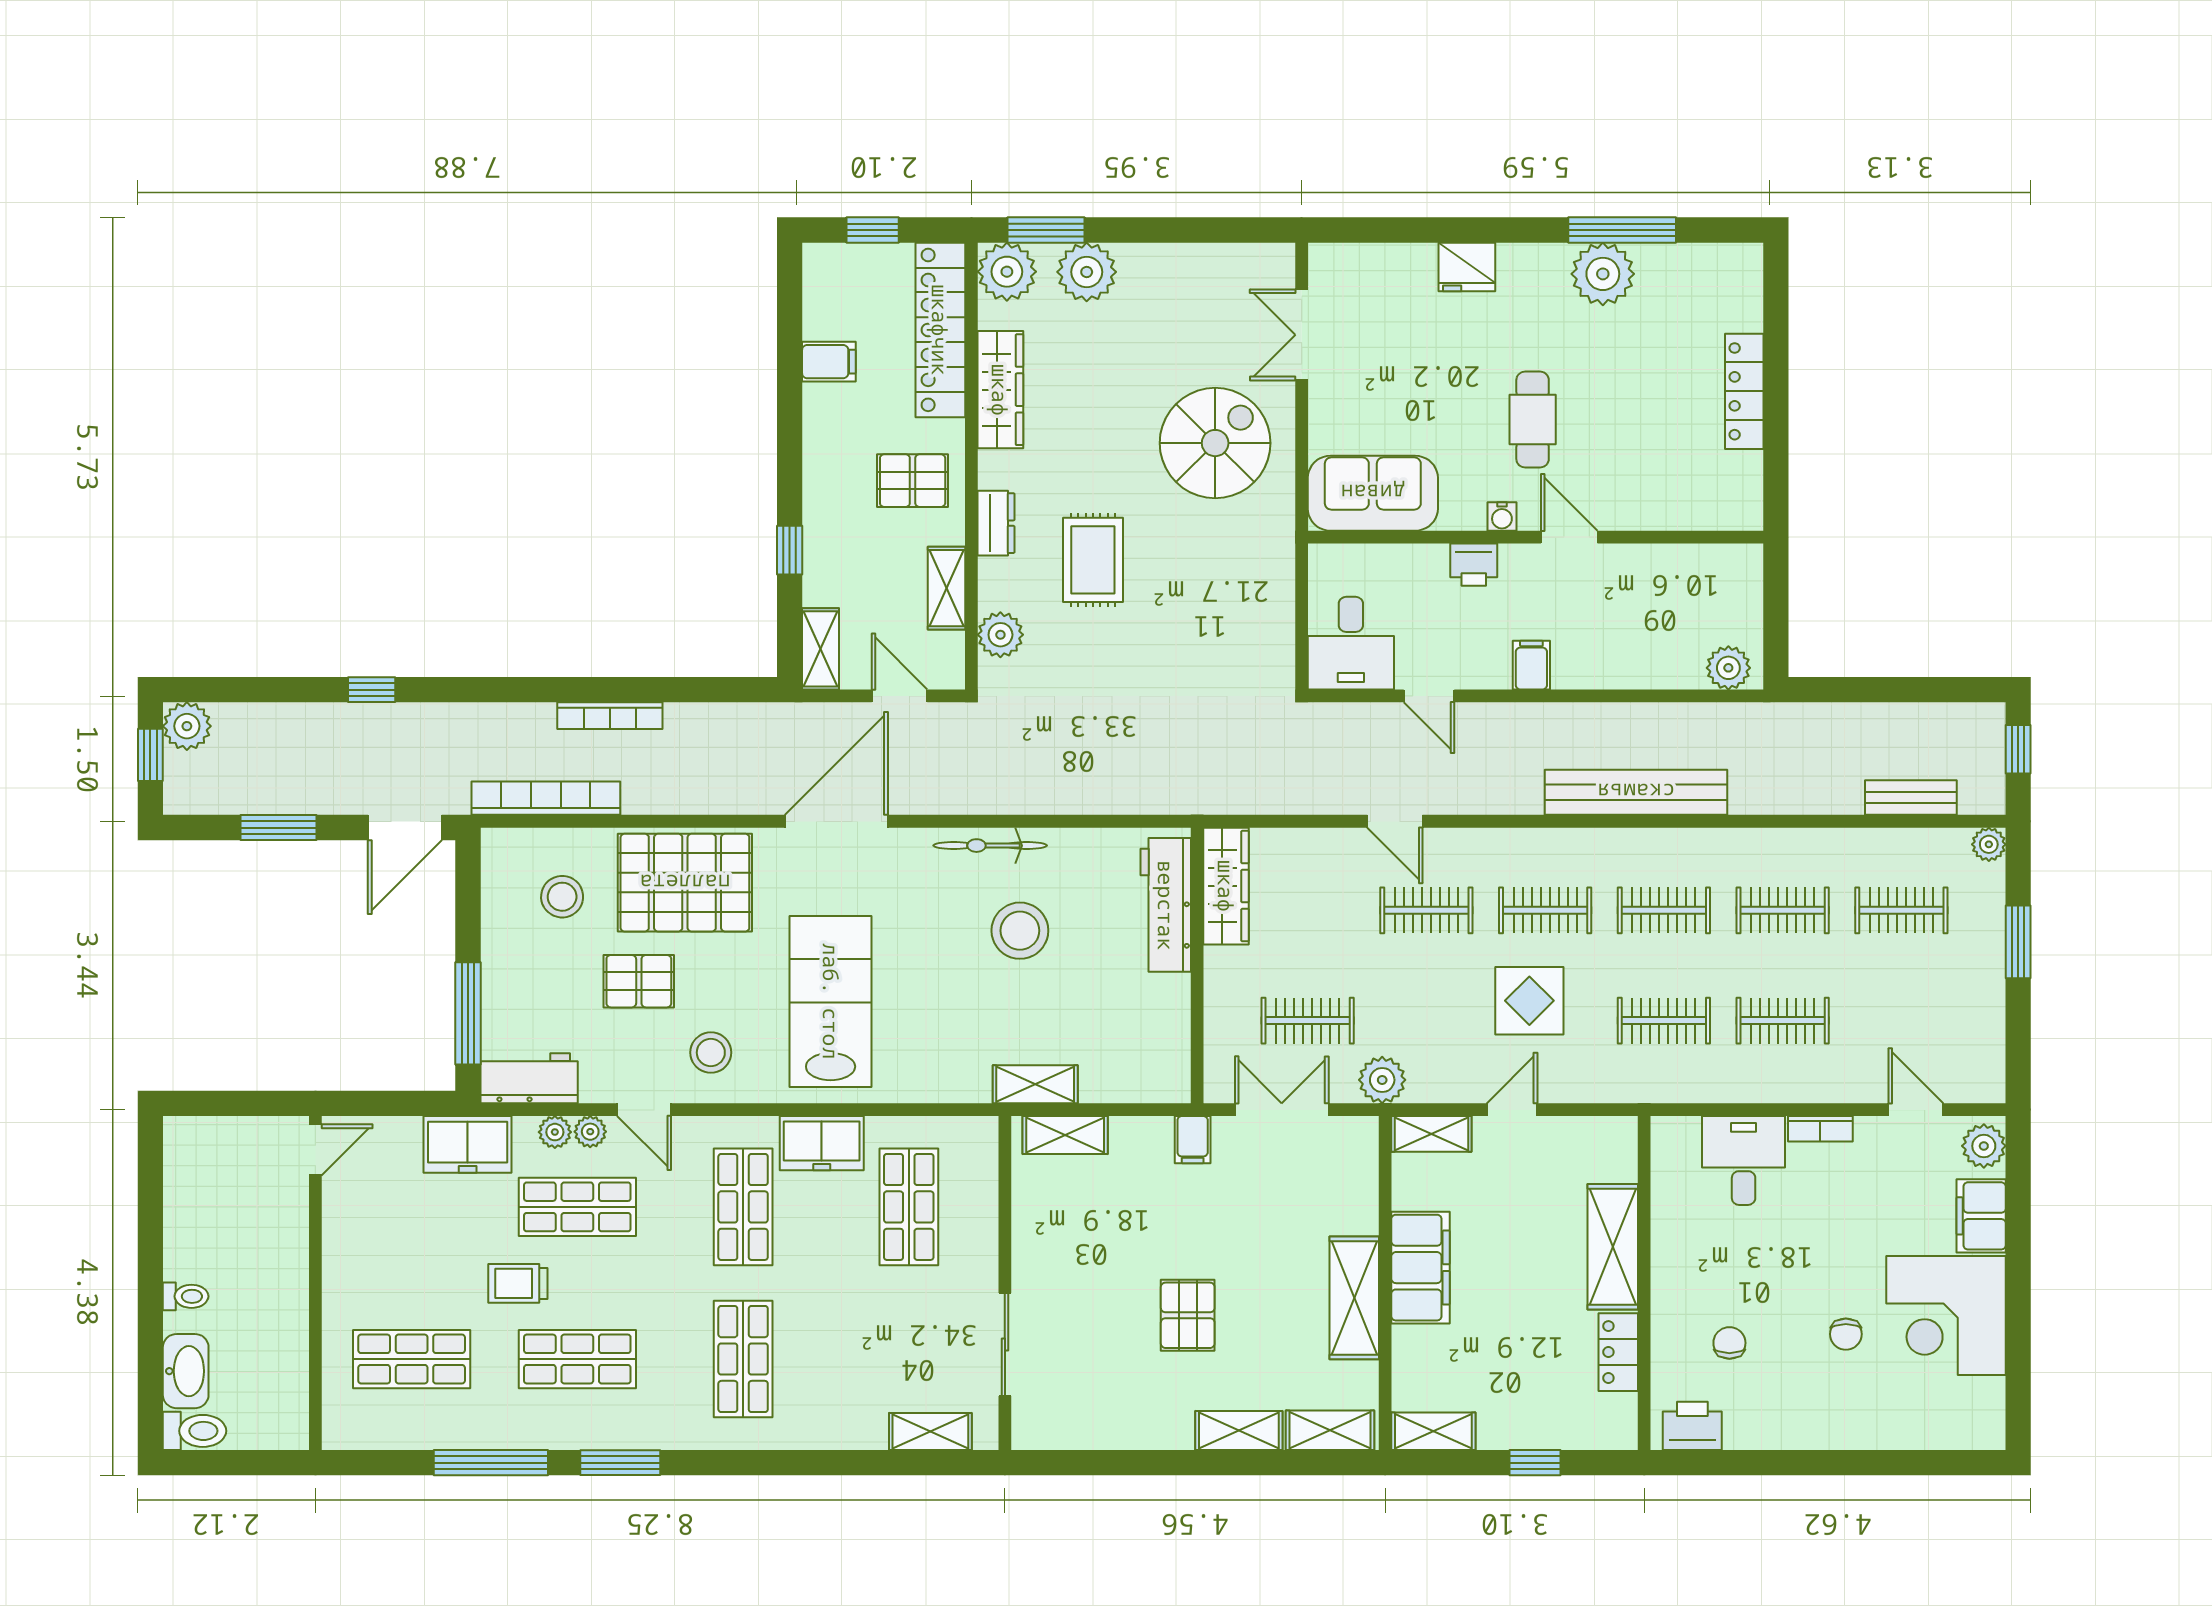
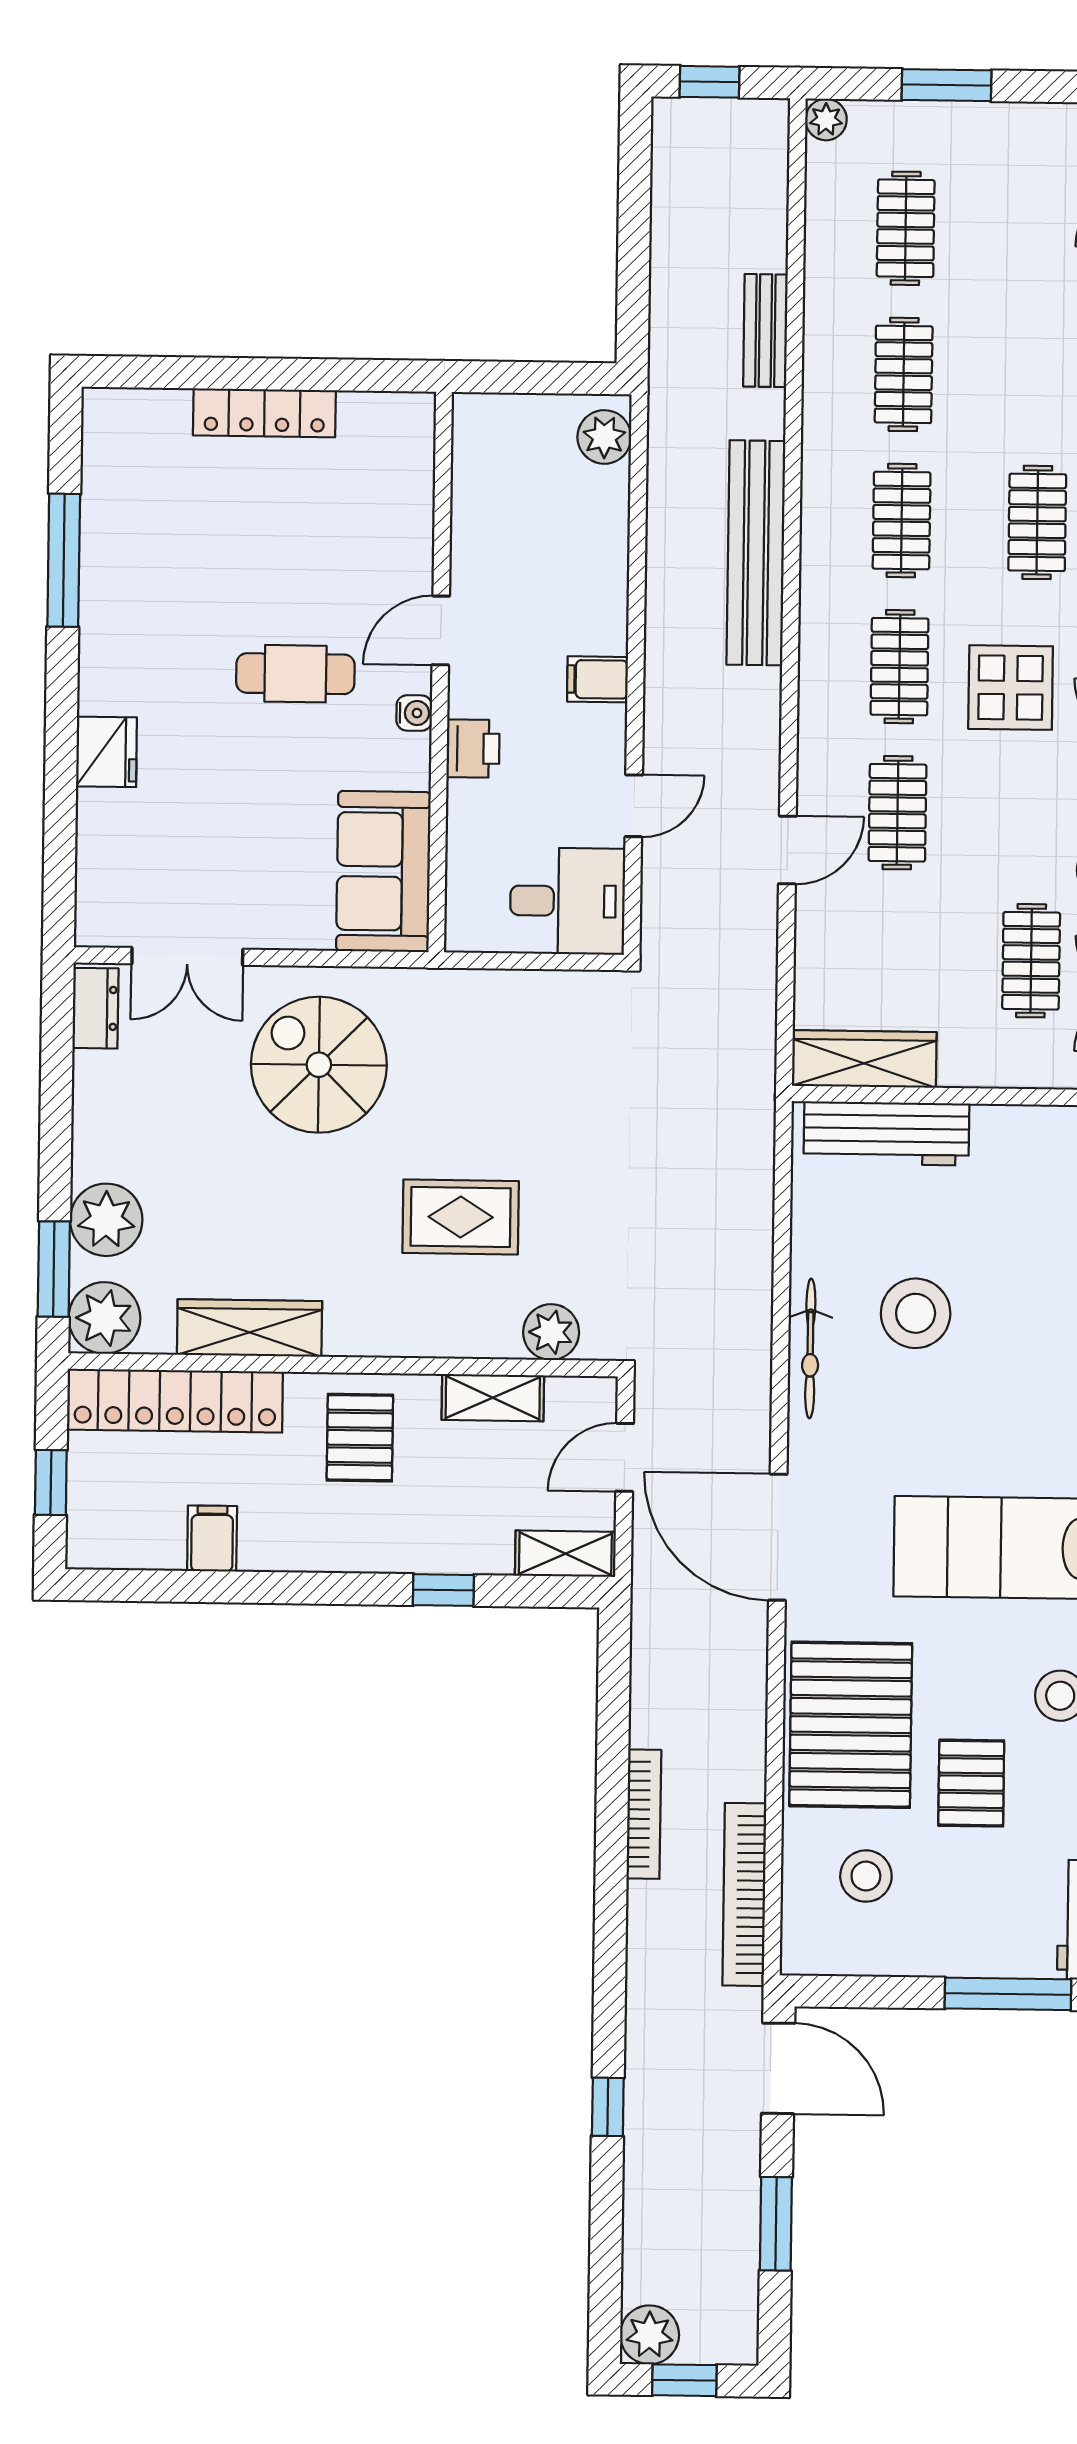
plant: (1603, 274) -> (117, 585), removed
dresser: (996, 523) -> (95, 1008), moved, turned 90
bench: (1911, 798) -> (765, 331), moved
clothes rail: (1783, 1021) -> (1039, 376), removed

